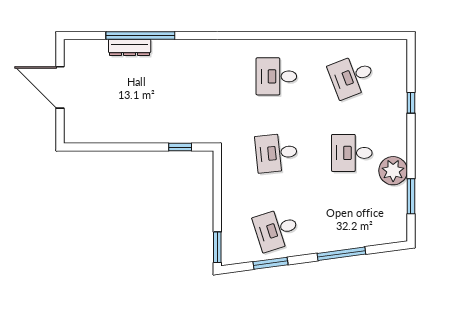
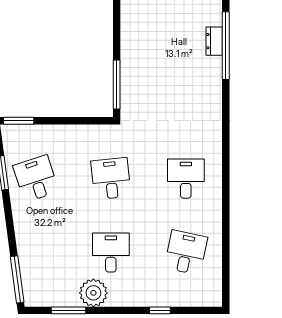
dresser: (130, 47) -> (214, 41), width x0.70
desk: (352, 76) -> (186, 252), turned 33
window: (180, 147) -> (117, 84), width x2.17
window: (341, 254) -> (17, 279), moved

